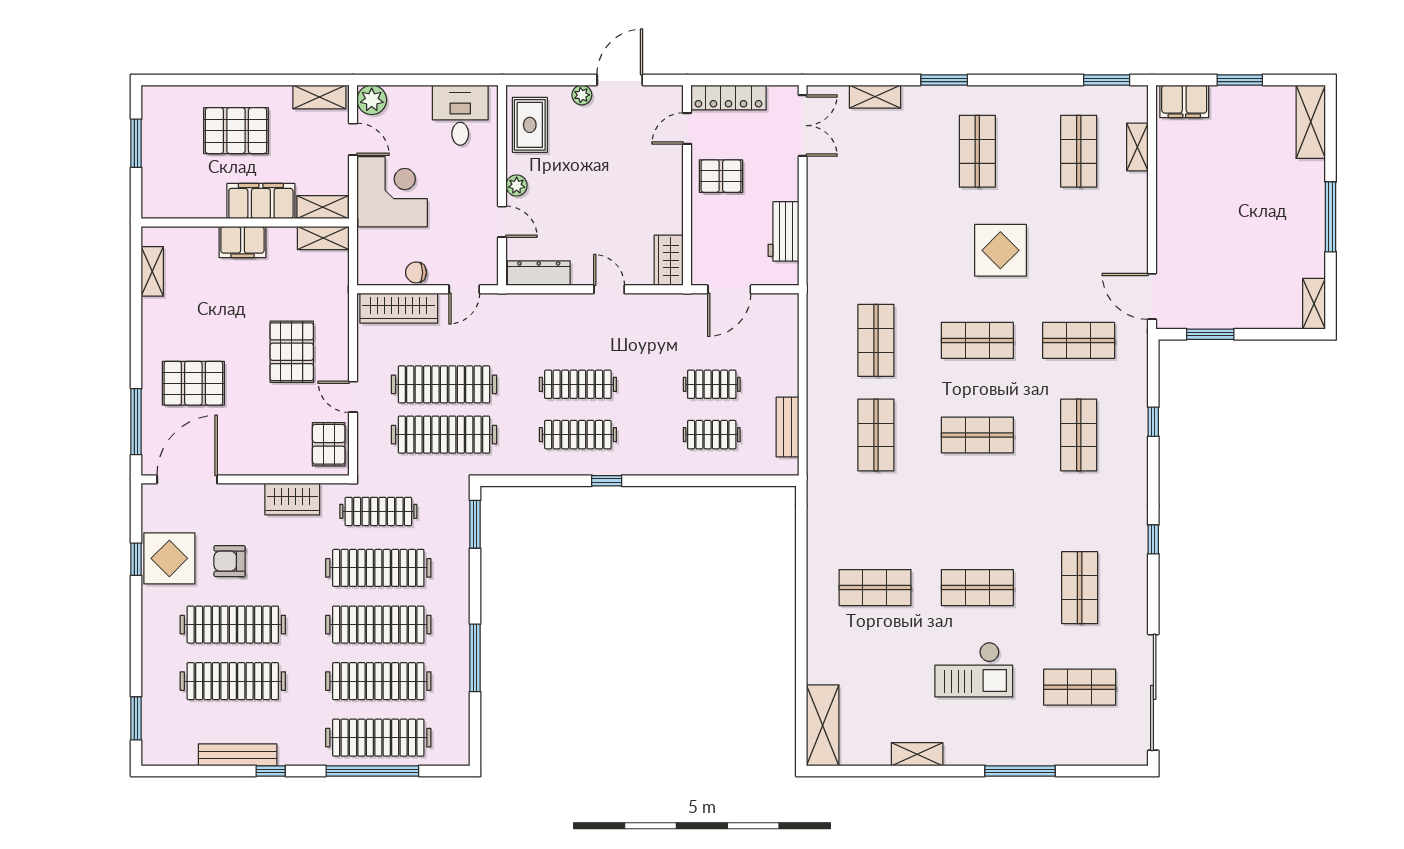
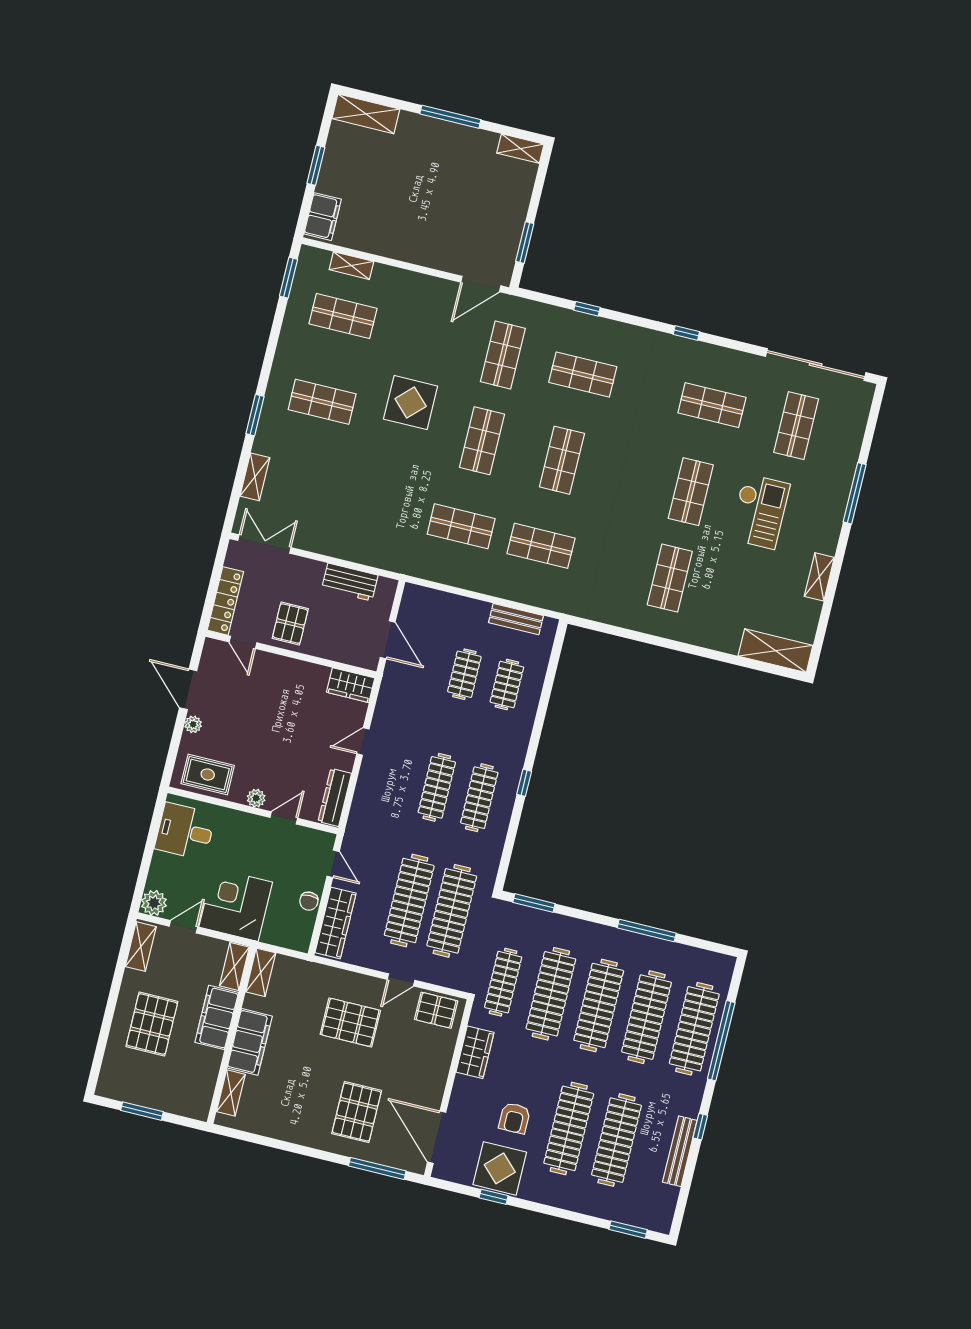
filing cabinet: (242, 242) -> (250, 1042), width x1.50, depth x1.17
shelving: (152, 271) -> (231, 1093), moved, turned 90

